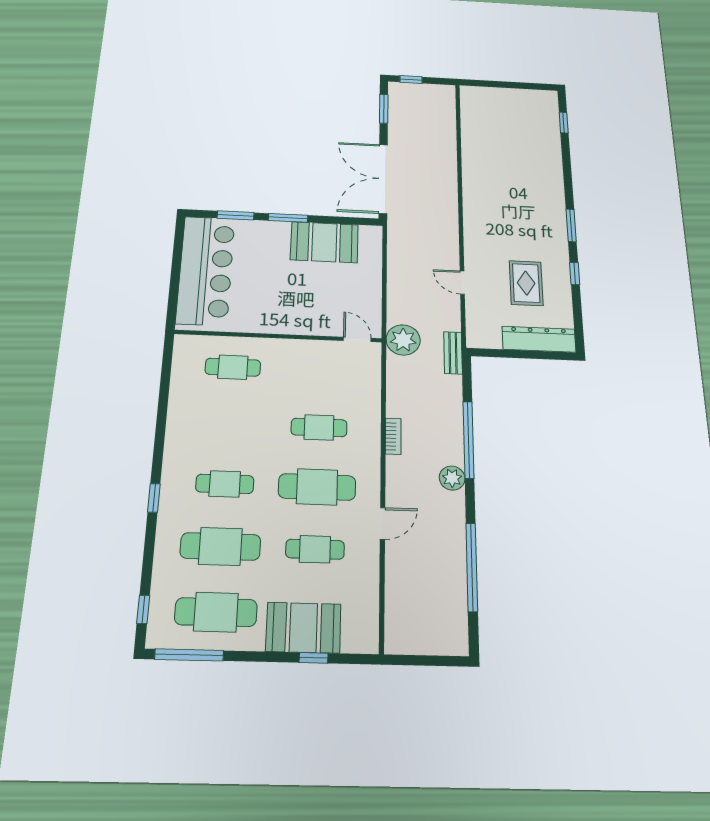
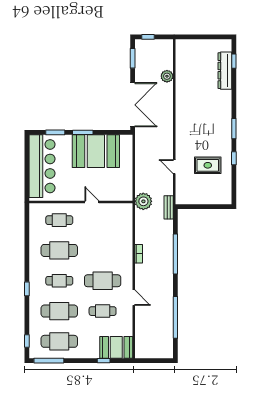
double door: (383, 179) -> (133, 105), swing flipped
booth: (324, 242) -> (96, 151), width x1.36, depth x1.42
rug: (526, 283) -> (208, 165), turned 90
door: (357, 339) -> (92, 202), moved
dresser: (539, 339) -> (225, 71), moved, turned -90
cafe table: (319, 427) -> (59, 250), moved, width x1.37, depth x1.35
plant: (452, 478) -> (167, 76), moved
door: (383, 523) -> (134, 298), hinge flipped
booth: (303, 628) -> (116, 347), moved

